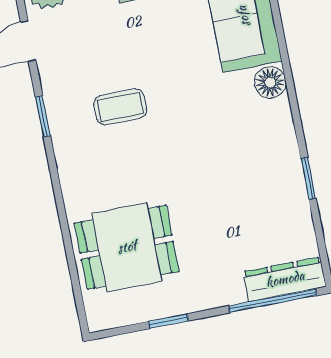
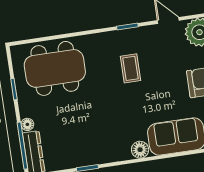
dining table: (127, 247) -> (55, 68), width x1.38
floor lamp: (233, 293) -> (27, 124), added

